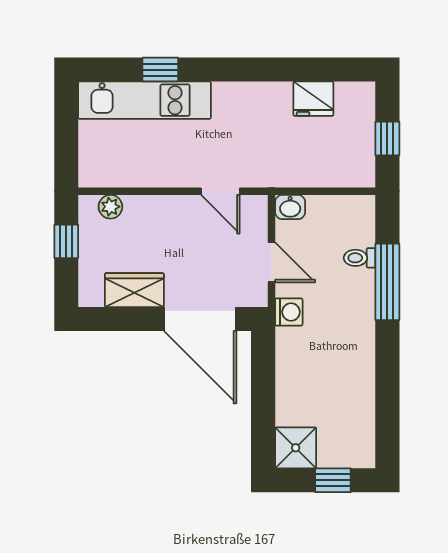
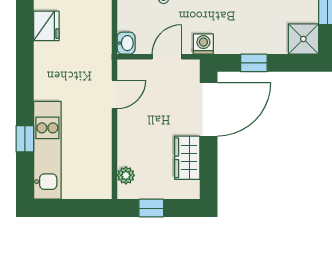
window: (263, 381) -> (254, 63), added

